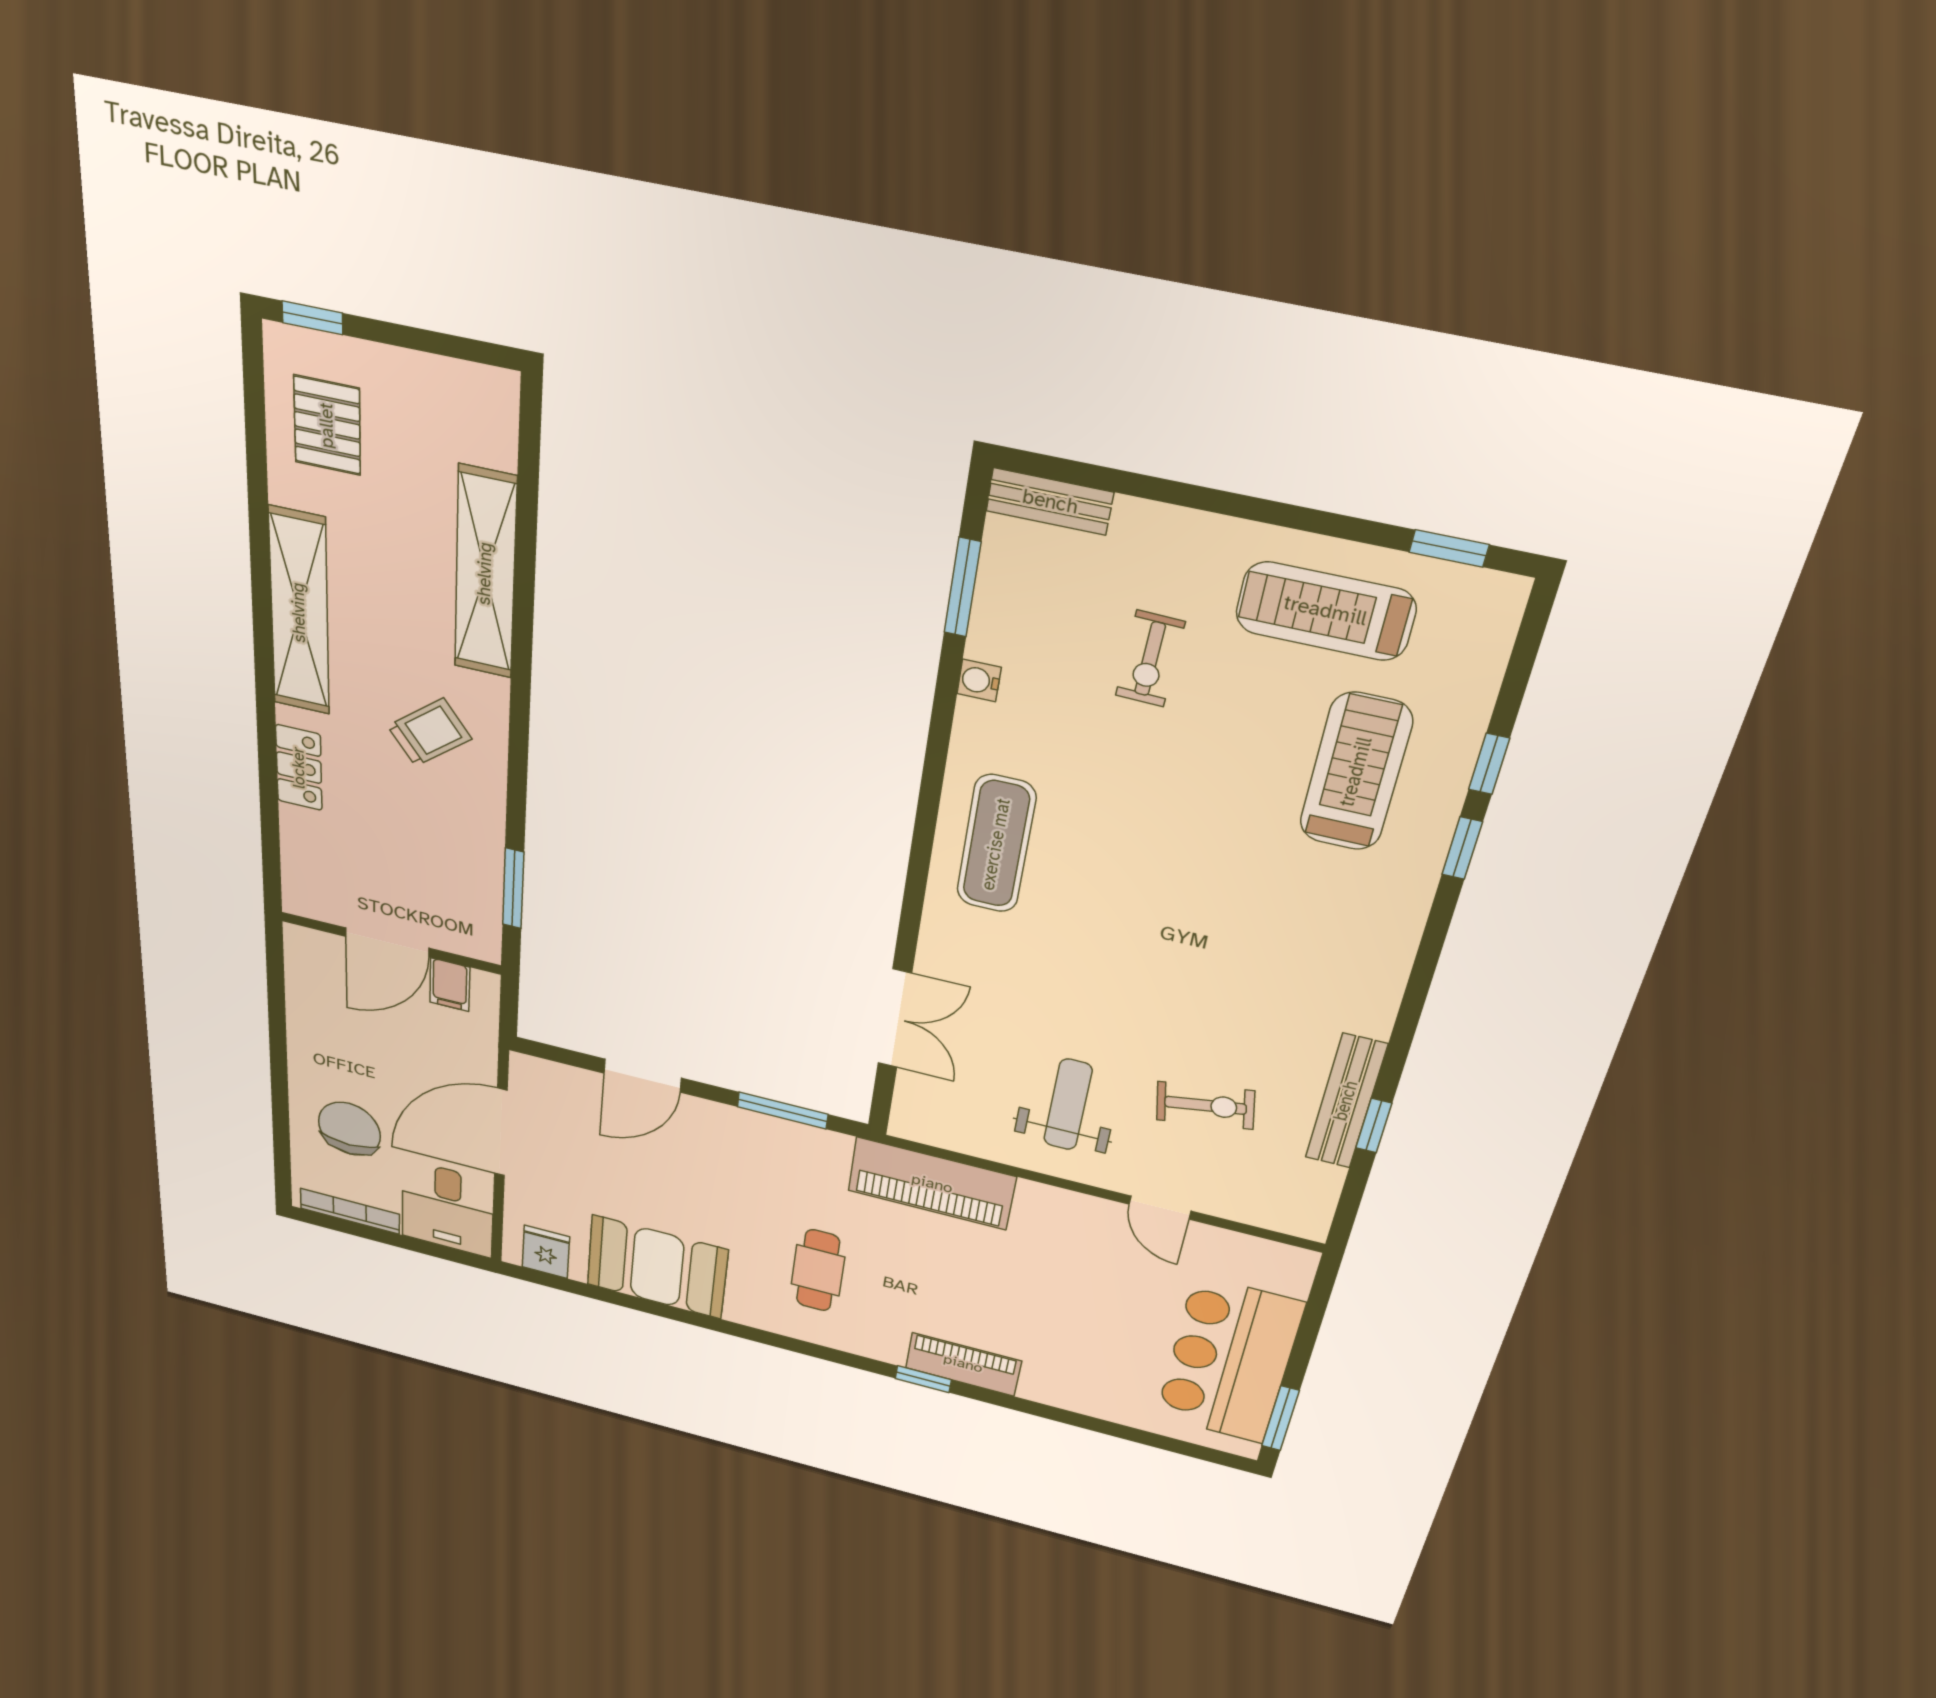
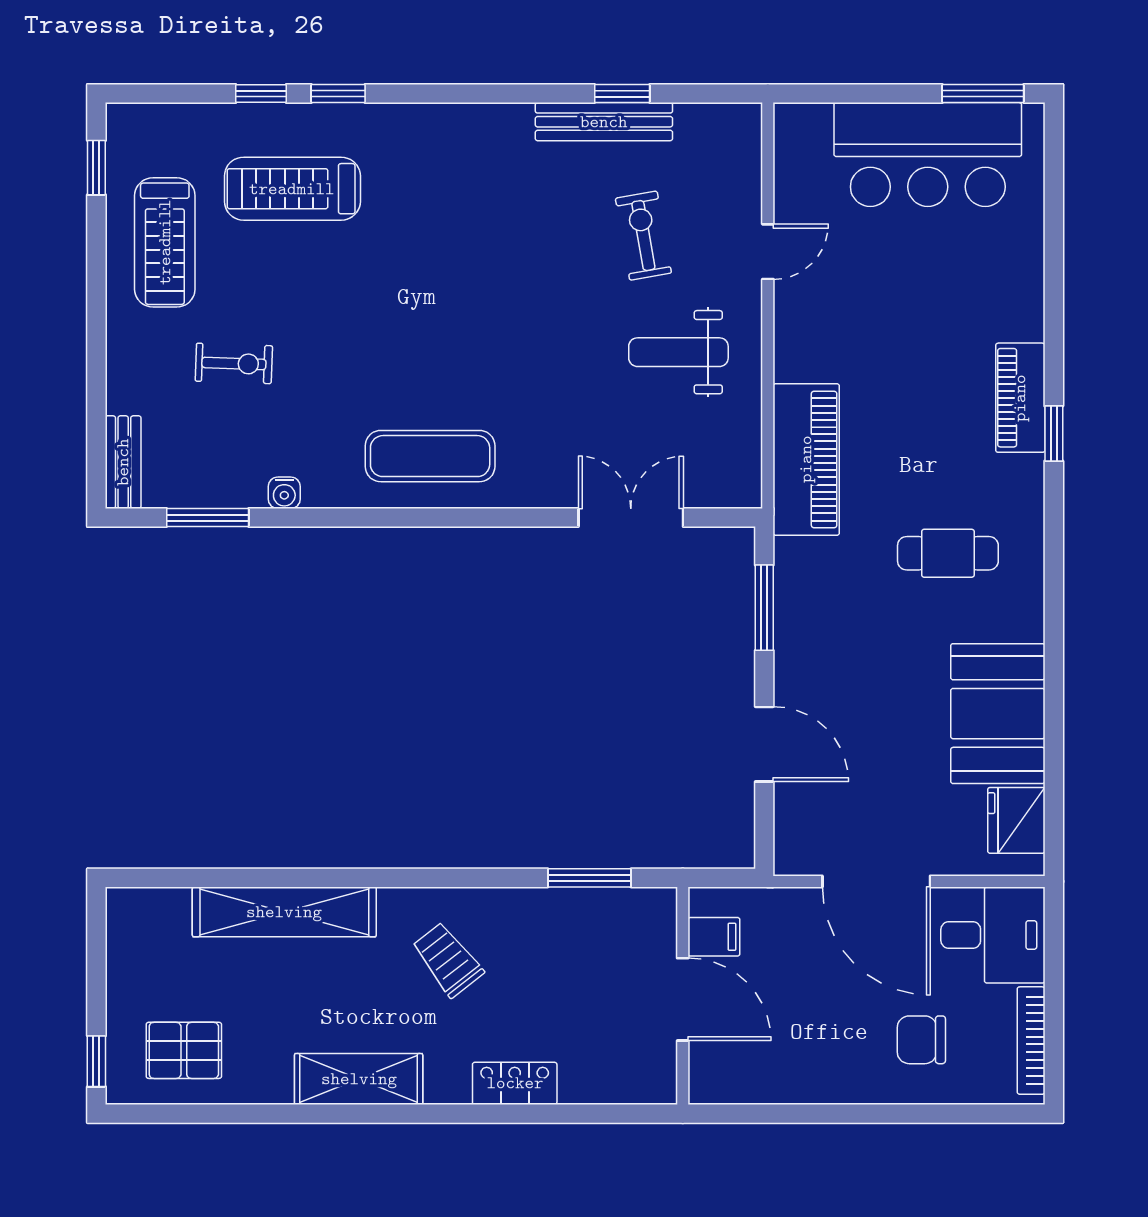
shelving: (299, 612) -> (359, 1079), width x0.68
chair: (349, 1129) -> (921, 1040), width x0.73, depth x0.73
fridge: (546, 1252) -> (1016, 820), width x1.38

